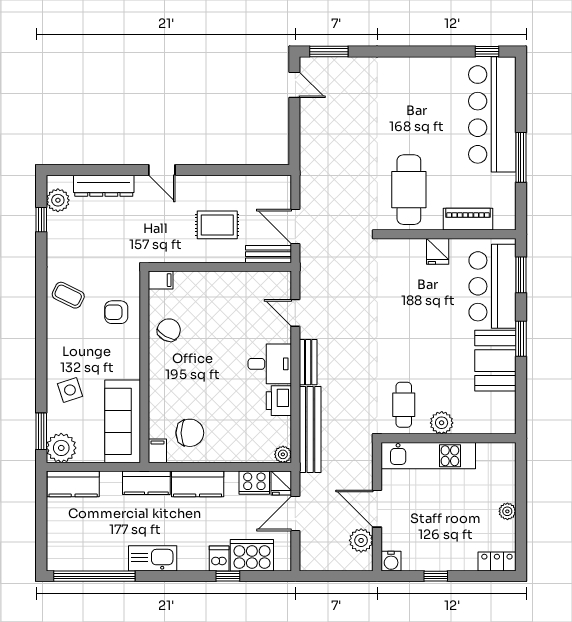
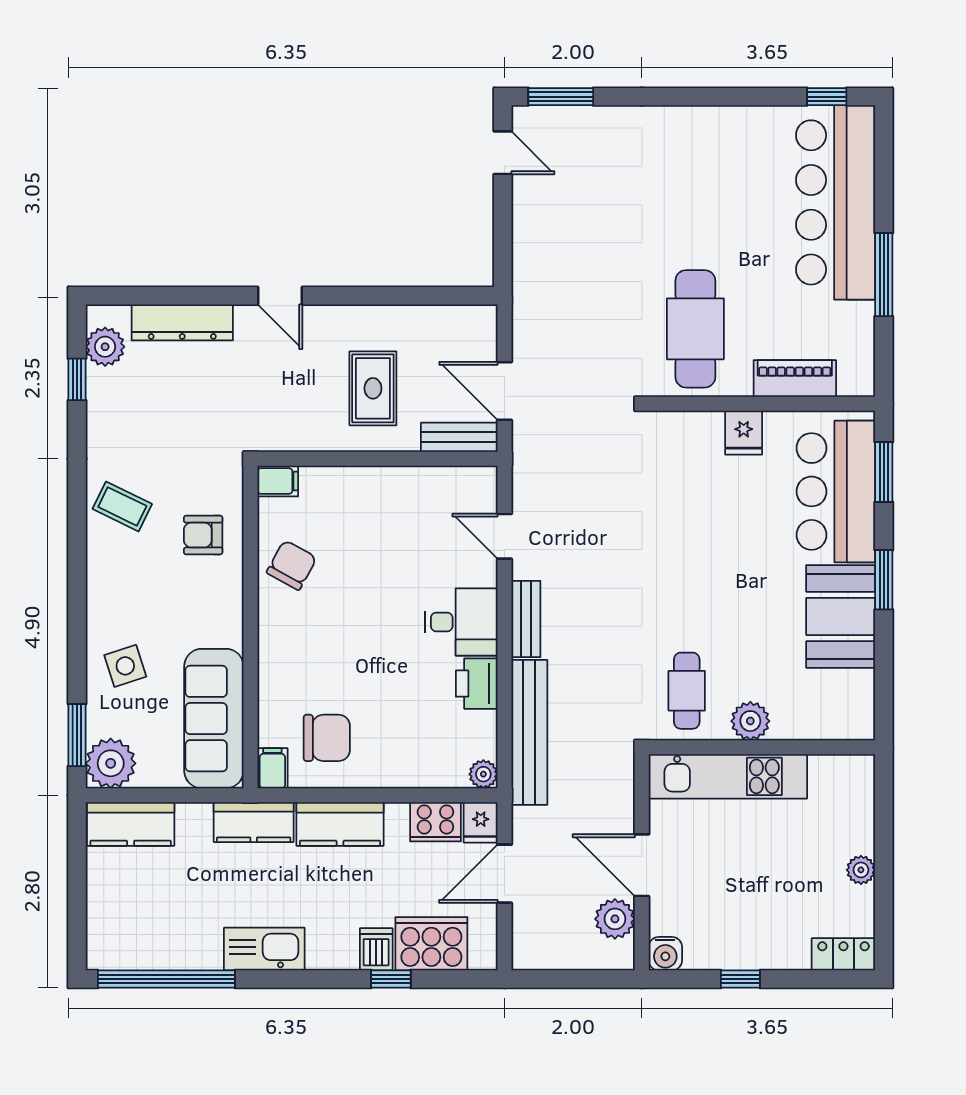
rug: (217, 225) -> (373, 388), turned 90

